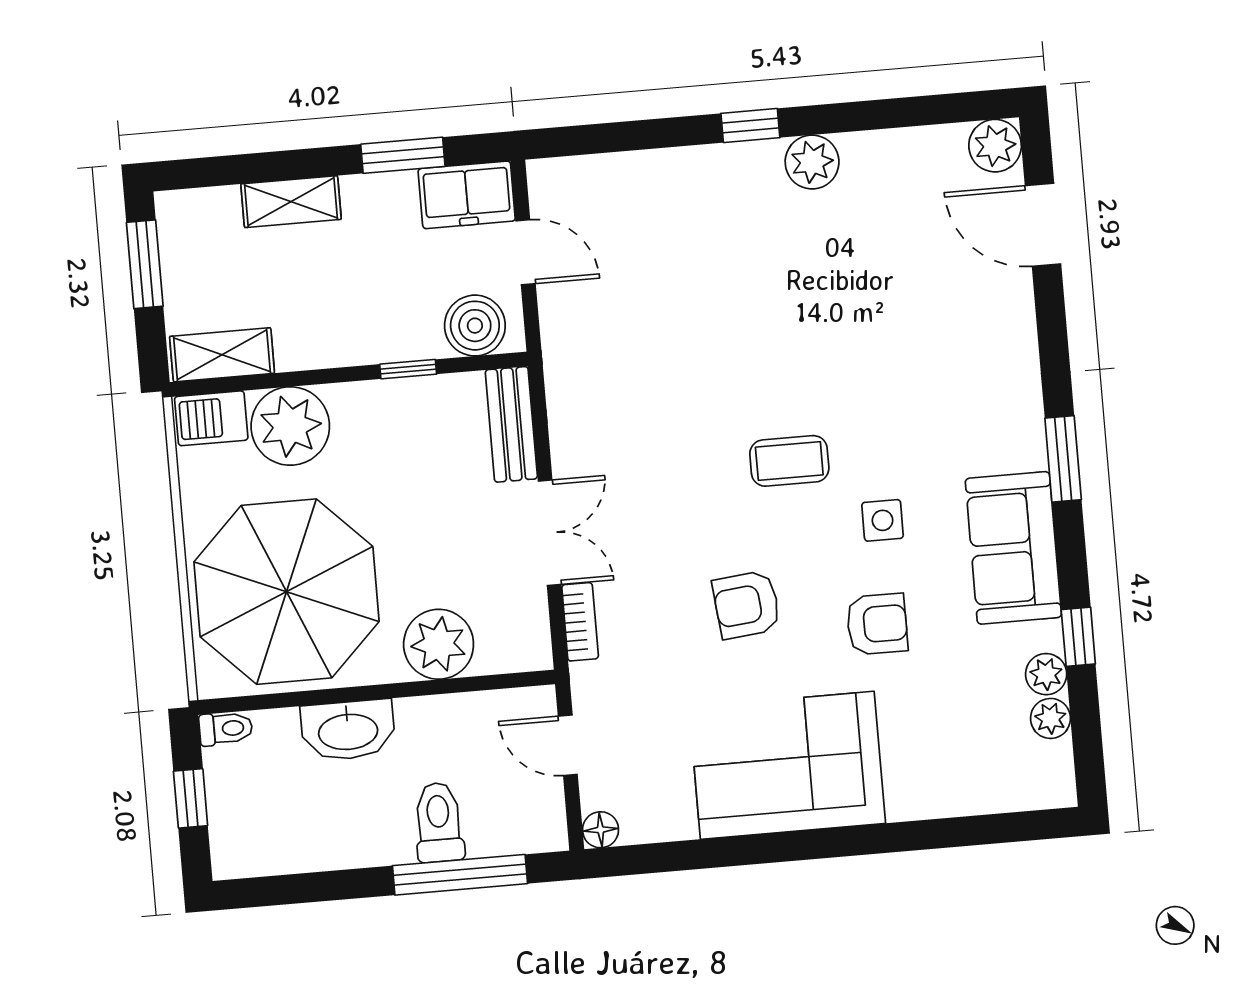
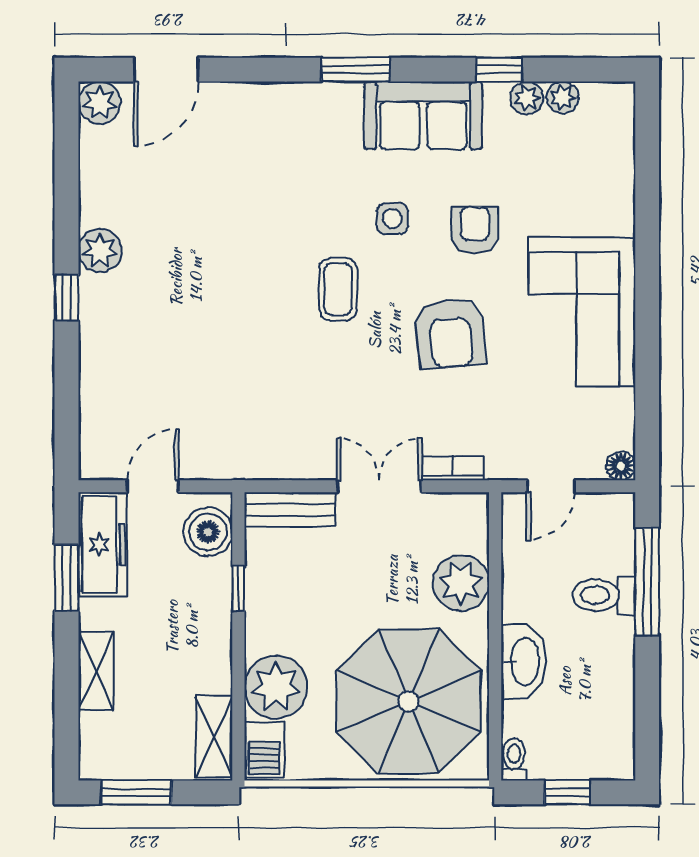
freezer: (467, 195) -> (103, 544), width x1.40
armchair: (747, 605) -> (450, 333), width x1.38, depth x1.38

